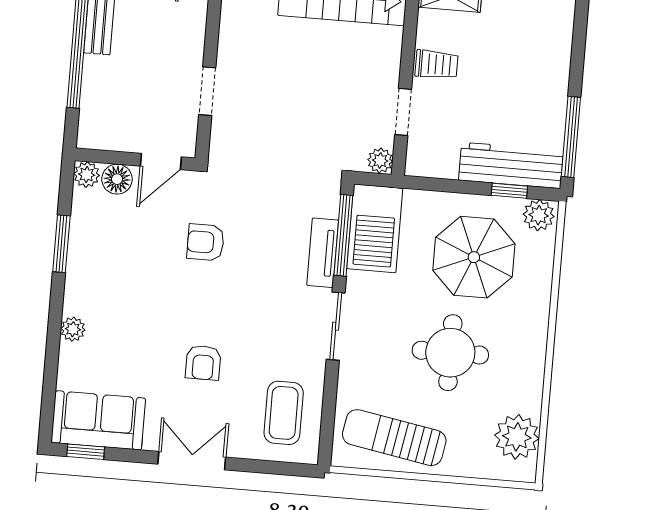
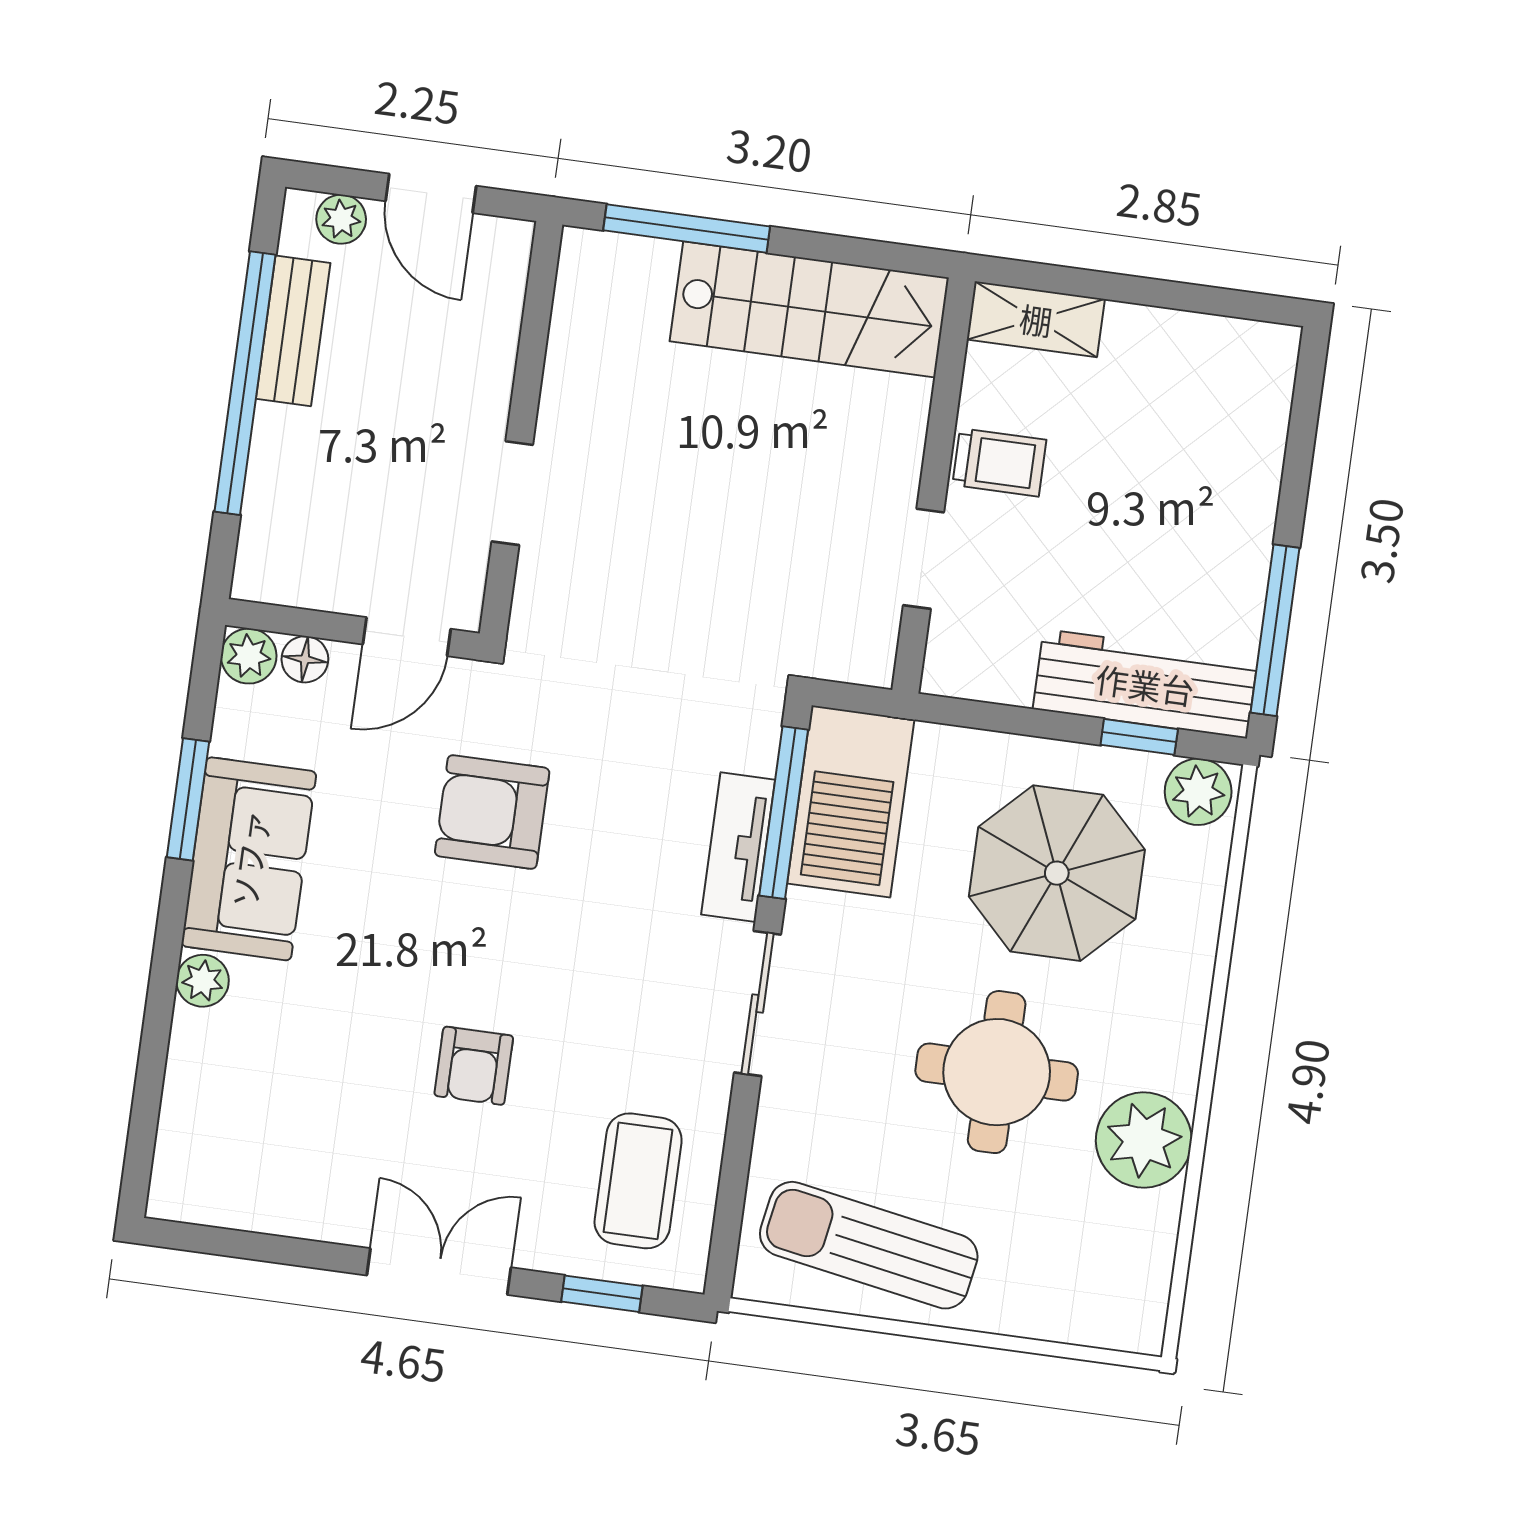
plant: (380, 161) -> (870, 659), removed
floor lamp: (117, 179) -> (305, 659), width x0.73, depth x0.73
armchair: (206, 242) -> (492, 812), width x1.38, depth x1.38
sofa: (98, 420) -> (249, 859), moved, turned 90
plant: (517, 437) -> (1144, 1140), moved
window: (86, 452) -> (602, 1294), moved

